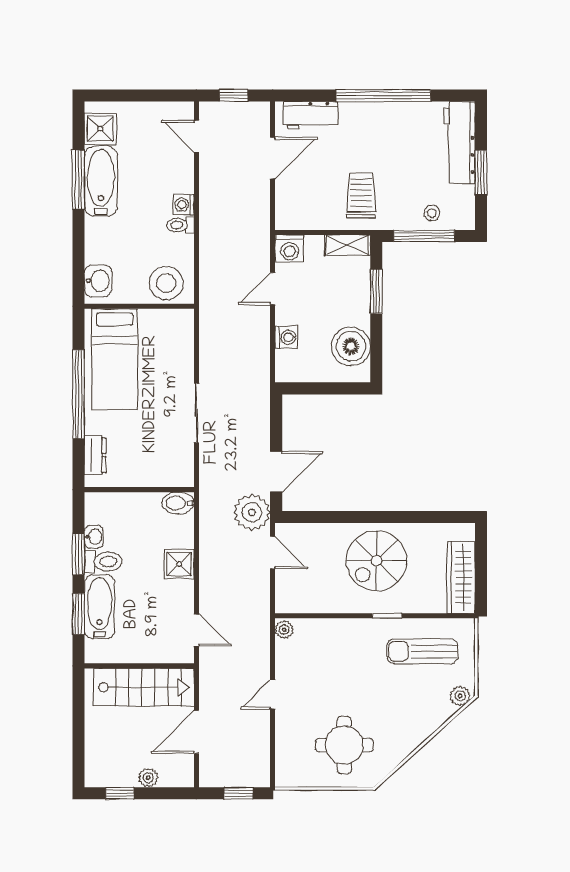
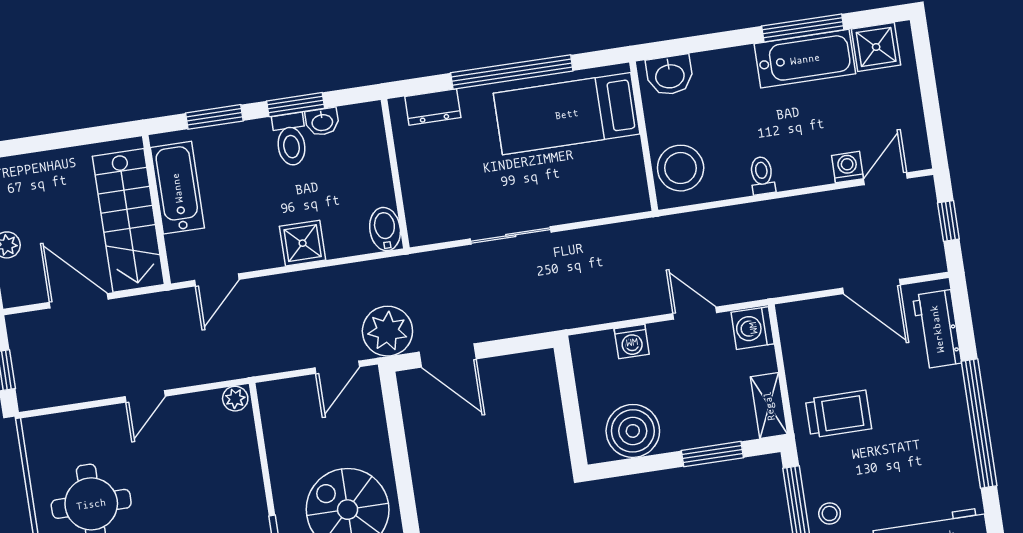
washing machine: (184, 205) -> (848, 167), moved
bathtub: (100, 607) -> (177, 188), moved, turned -90
door: (273, 694) -> (145, 396), swing flipped

